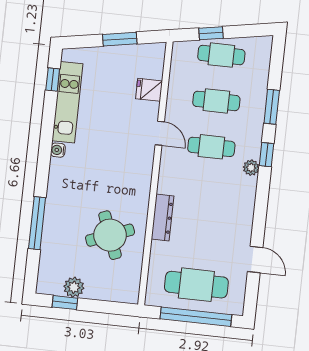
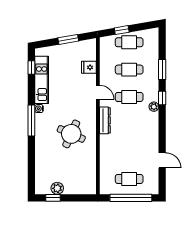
dresser: (163, 217) -> (105, 120), moved
window: (37, 223) -> (31, 120), moved
round table: (110, 235) -> (71, 134), moved, turned 45
cafe table: (196, 285) -> (129, 179), width x0.73, depth x0.74

